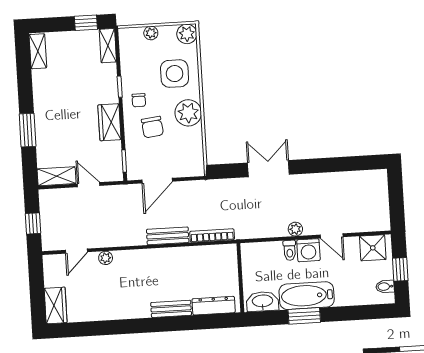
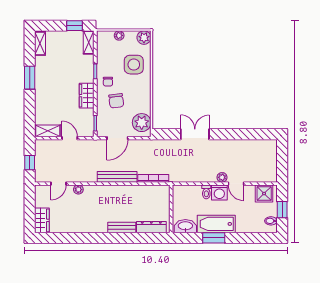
plant: (188, 113) -> (142, 123), moved
window: (28, 130) -> (30, 78), moved
plant: (295, 229) -> (222, 177), moved
bench: (168, 236) -> (117, 177), width x1.36

